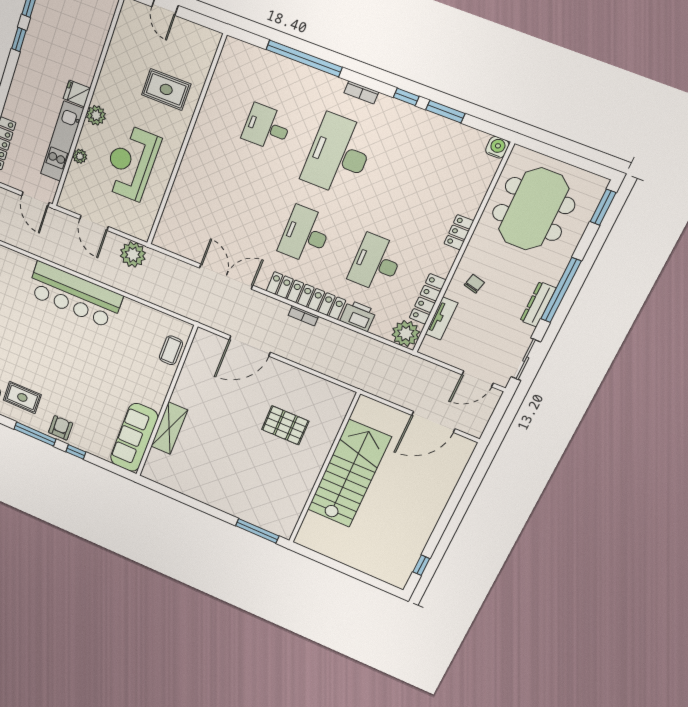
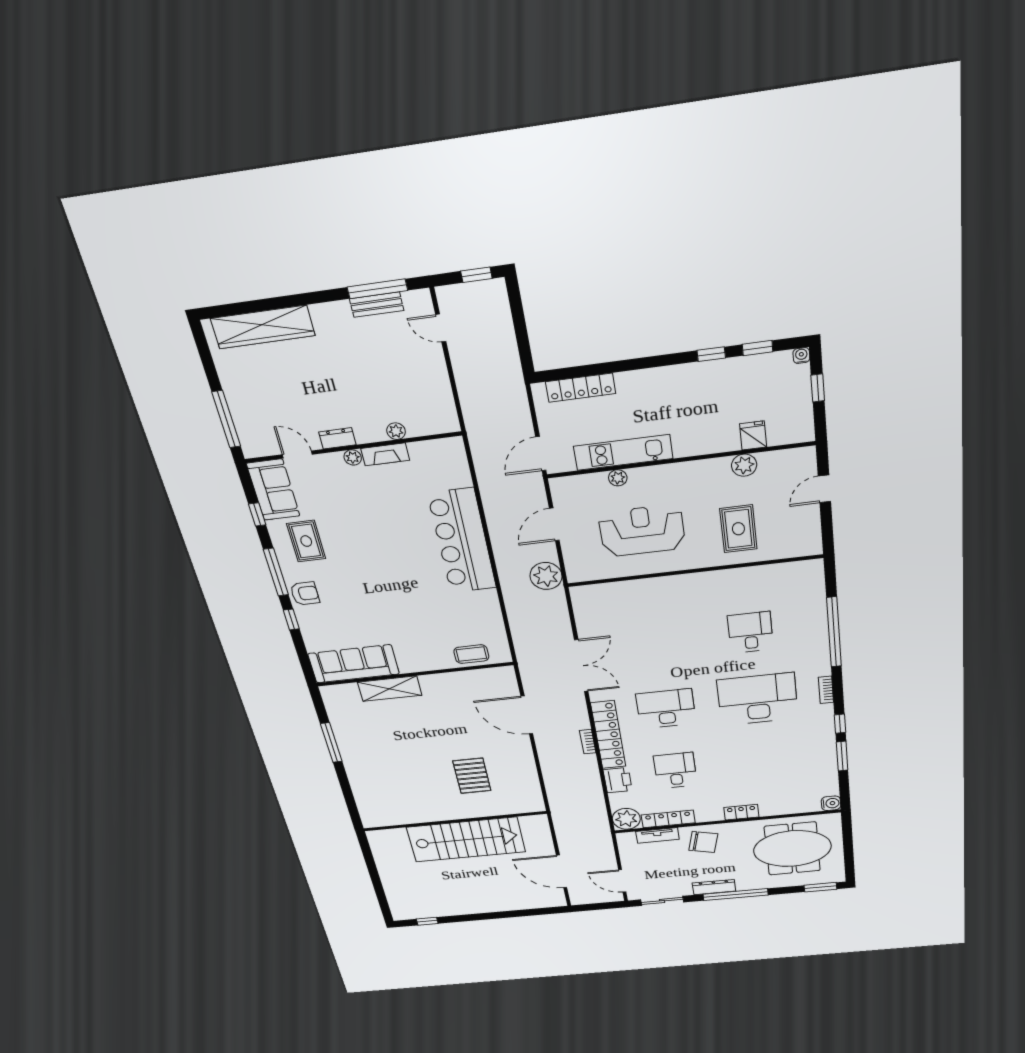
fridge: (77, 93) -> (753, 435), moved
plant: (96, 115) -> (744, 465), moved
desk: (376, 263) -> (675, 771), width x0.73
chair: (474, 284) -> (703, 842), width x1.87, depth x1.87
window: (257, 531) -> (331, 743), moved

